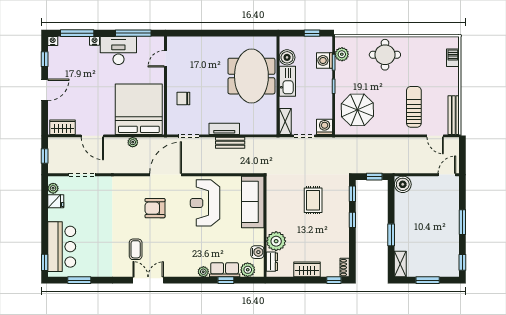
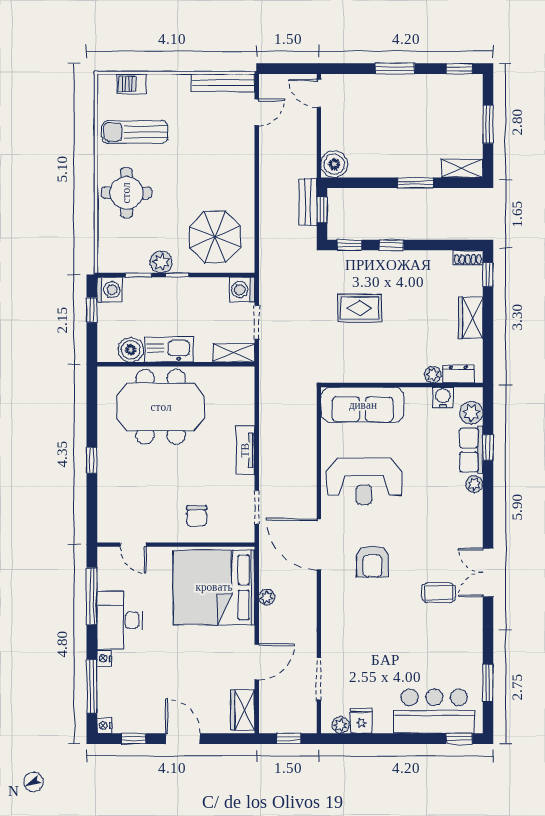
window: (218, 33) -> (92, 460), added
plant: (342, 54) -> (161, 262), moved
washing machine: (325, 60) -> (110, 290), moved, turned -90
sun lounger: (414, 107) -> (135, 132), moved
bench: (230, 143) -> (308, 202), moved
plant: (276, 241) -> (433, 375), width x0.53, depth x0.53

